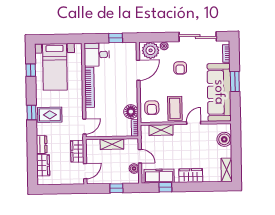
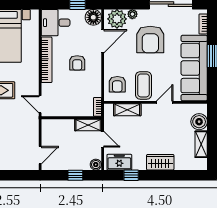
armchair: (180, 68) -> (150, 39), width x1.88, depth x1.88
armchair: (116, 90) -> (77, 63), added
floor lamp: (131, 112) -> (93, 17), moved
door: (84, 127) -> (40, 104), swing flipped
shelving: (112, 144) -> (88, 125), moved
wardrobe: (77, 151) -> (31, 132), removed
boiler: (134, 168) -> (96, 165), moved
shelving: (227, 170) -> (201, 144), moved
freezer: (159, 176) -> (119, 162), width x0.71

